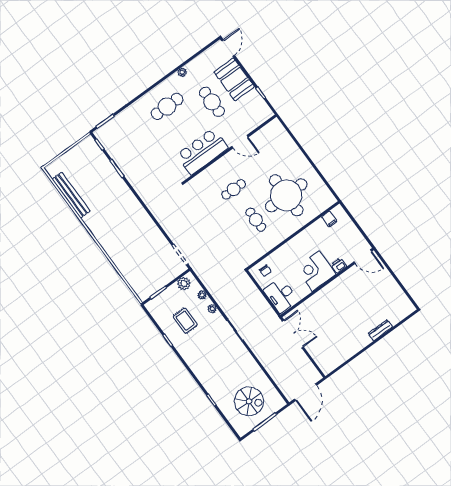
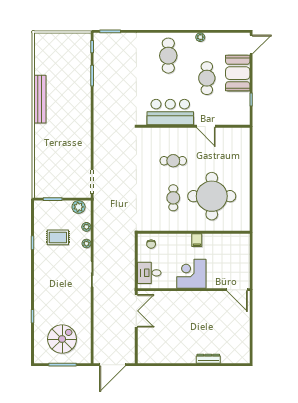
cafe table: (167, 106) -> (168, 56), turned 90
bench: (71, 195) -> (40, 99), moved
filing cabinet: (329, 219) -> (197, 240), moved
printer: (339, 265) -> (213, 283), removed
desk: (281, 295) -> (149, 273), width x0.73
rug: (185, 321) -> (58, 237), turned 90
spiral stairs: (249, 401) -> (62, 339), turned -90

